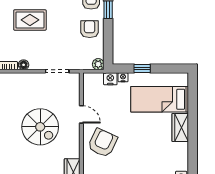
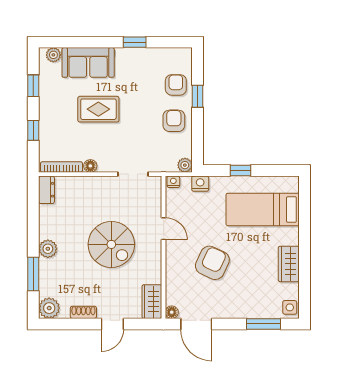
nightstand: (123, 77) -> (173, 182), moved
wardrobe: (180, 127) -> (289, 264), moved
armchair: (102, 143) -> (212, 263), moved

